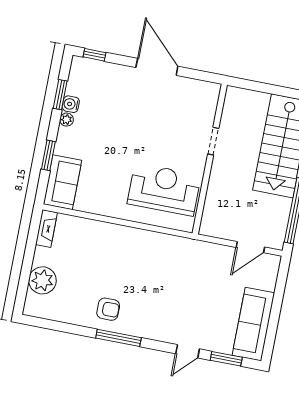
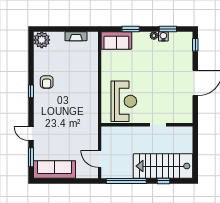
fireplace: (46, 229) -> (76, 36), moved
plant: (42, 280) -> (42, 40), moved
window: (118, 338) -> (31, 91), width x0.46

